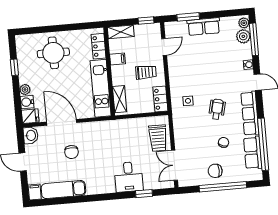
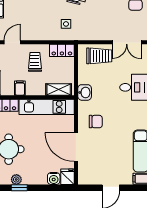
door: (164, 47) -> (12, 42), hinge flipped
plant: (25, 90) -> (16, 179), moved
door: (62, 122) -> (76, 147), hinge flipped
washbasin: (31, 135) -> (85, 92), moved, turned 90
chair: (72, 152) -> (96, 122), moved

